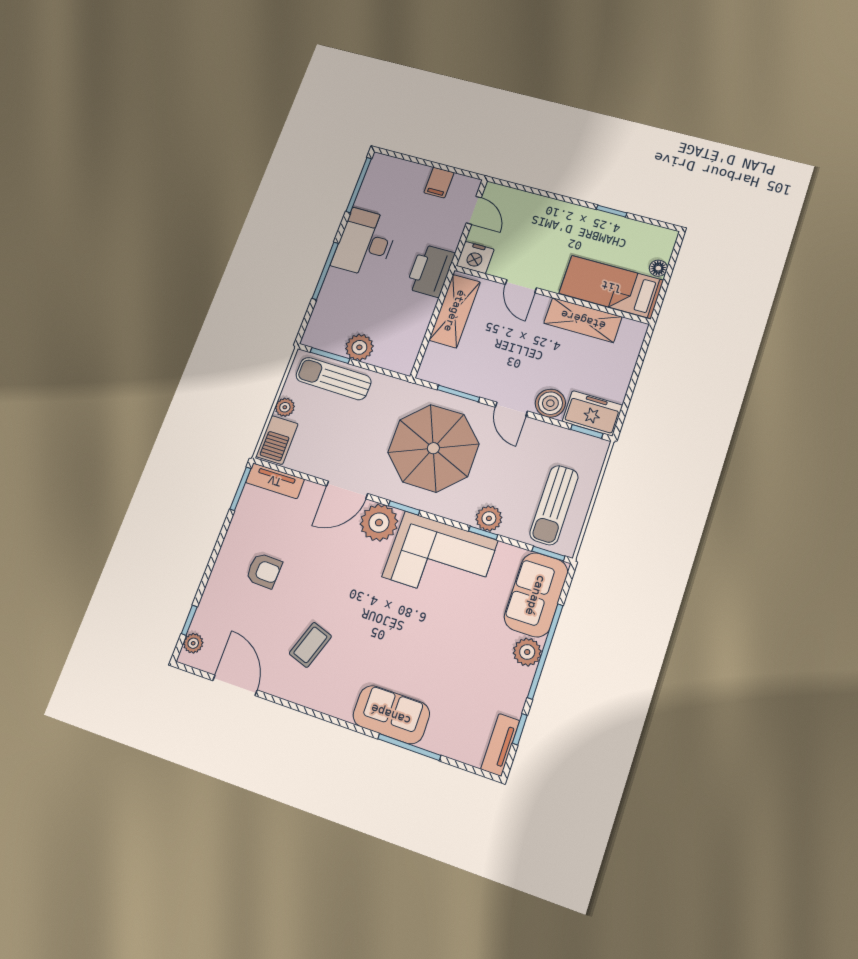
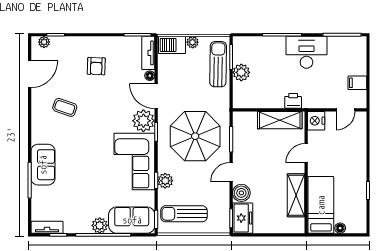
printer: (430, 271) -> (293, 101), width x0.53, depth x0.68
floor lamp: (311, 490) -> (150, 76), added

